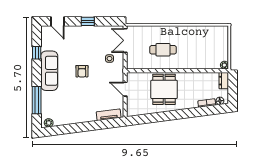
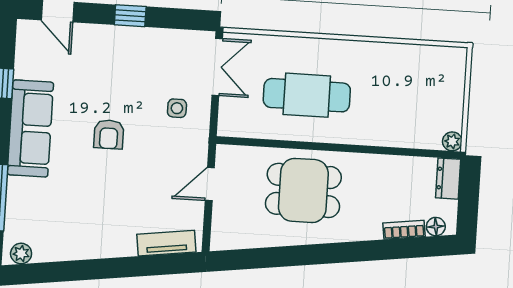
double door: (125, 40) -> (217, 67), swing flipped
cafe table: (163, 50) -> (307, 95), width x1.37, depth x1.35
door: (125, 89) -> (210, 184), hinge flipped
dining table: (164, 89) -> (303, 190), turned 90

